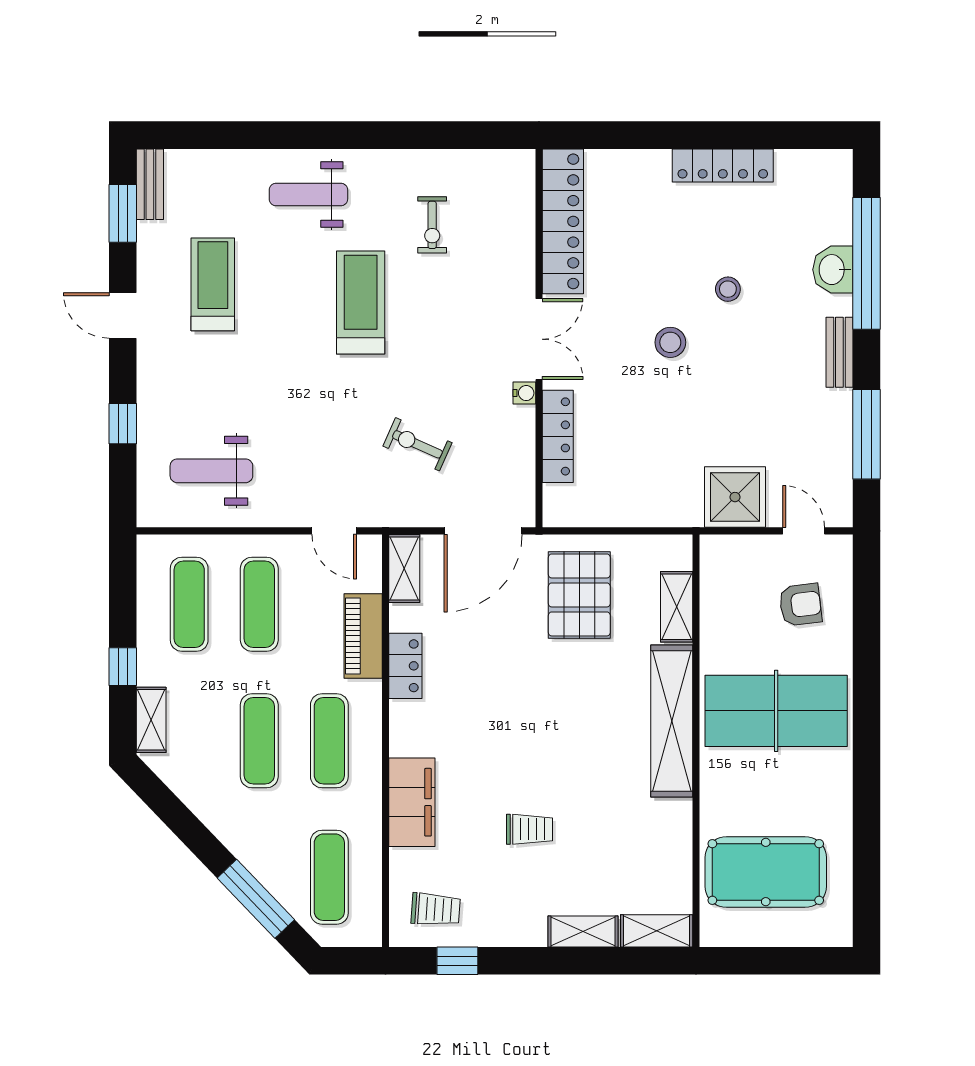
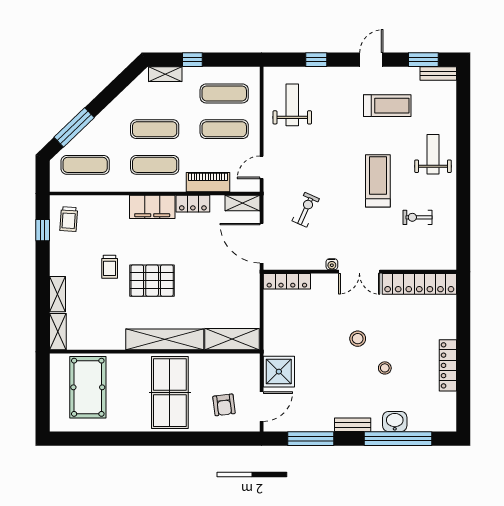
treadmill: (361, 303) -> (378, 181), turned -90
locker: (558, 436) -> (287, 281), moved
door: (804, 531) -> (262, 407), width x1.38
pallet: (579, 595) -> (152, 281), moved
shelving: (677, 607) -> (232, 339), width x1.50, depth x1.33
filing cabinet: (412, 802) -> (152, 207), moved

